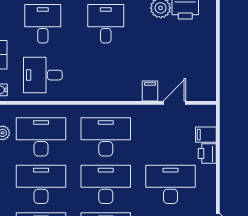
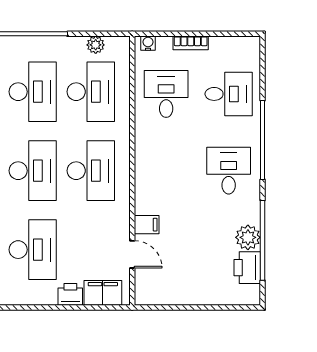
desk: (106, 24) -> (229, 171), turned -90
filing cabinet: (206, 135) -> (103, 293), width x2.00

